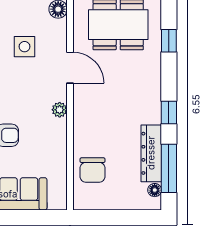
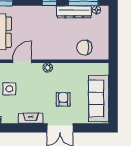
chair: (93, 170) -> (84, 48), turned 180

